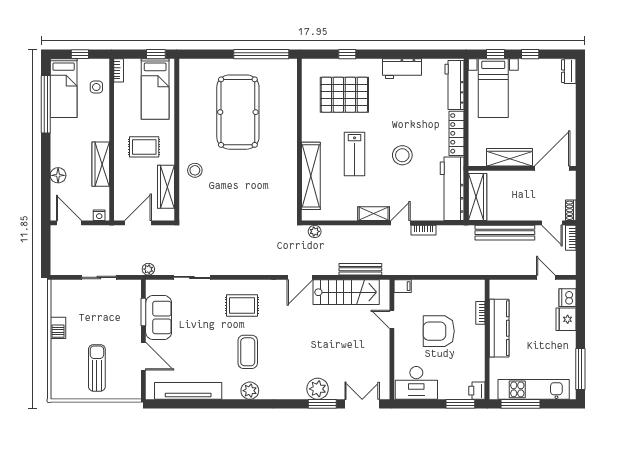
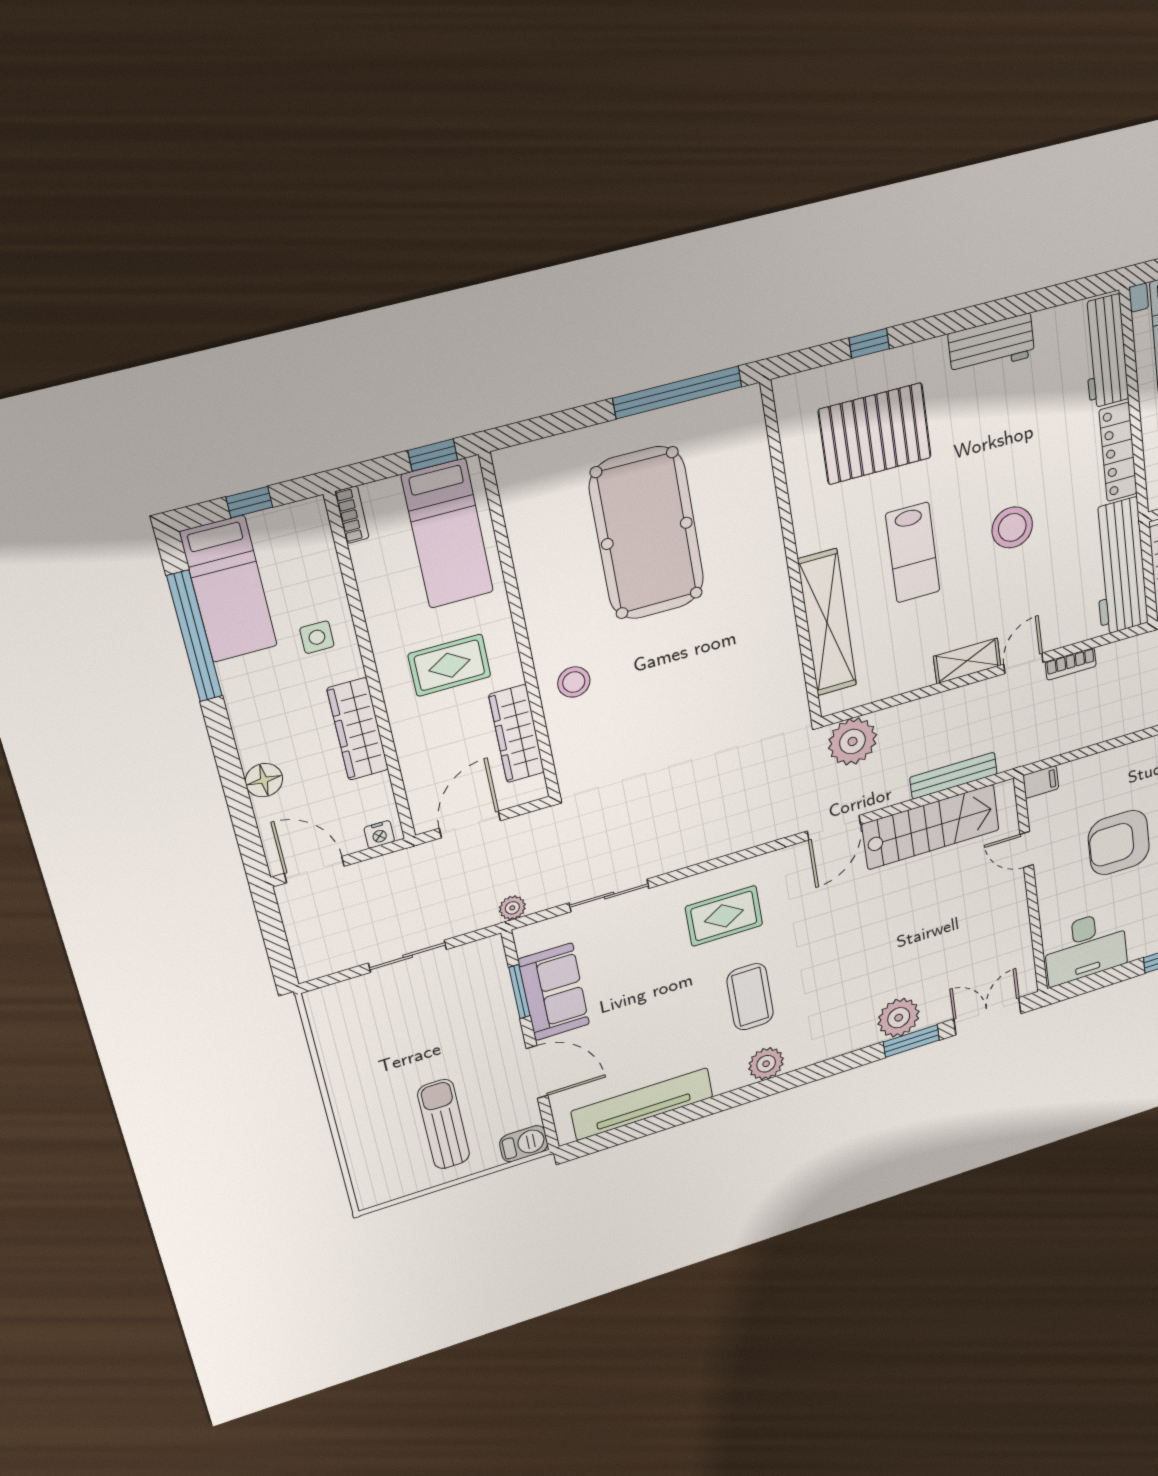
side table: (96, 87) -> (317, 637), moved
plant: (315, 231) -> (852, 741), width x1.88, depth x1.88
barbecue: (58, 328) -> (524, 1144), moved, turned -90

